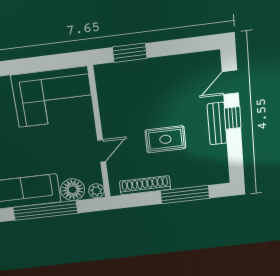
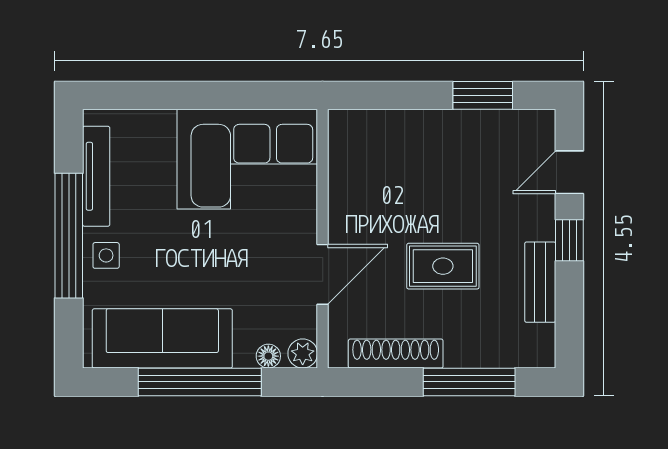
window: (130, 53) -> (483, 95), moved
bench: (217, 124) -> (540, 282), moved
door: (102, 151) -> (323, 274), width x1.38
floor lamp: (73, 190) -> (268, 356), width x0.53, depth x0.53

